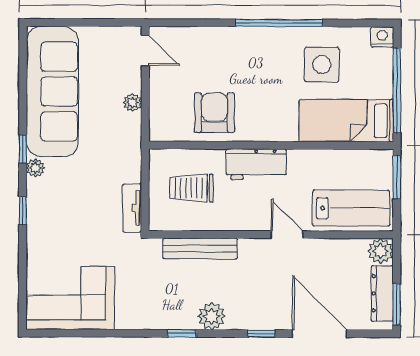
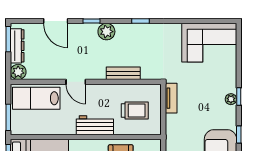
plant: (35, 168) -> (231, 99), moved
bench: (200, 248) -> (123, 73), width x0.73
plant: (212, 316) -> (106, 32), moved
door: (319, 334) -> (56, 21), width x0.73

